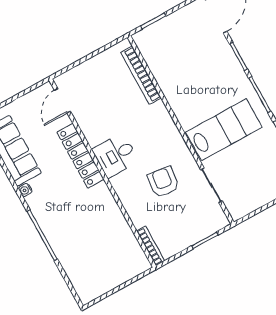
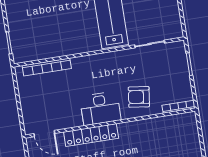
desk: (115, 155) -> (100, 108), width x1.37
armchair: (163, 182) -> (139, 97), moved

